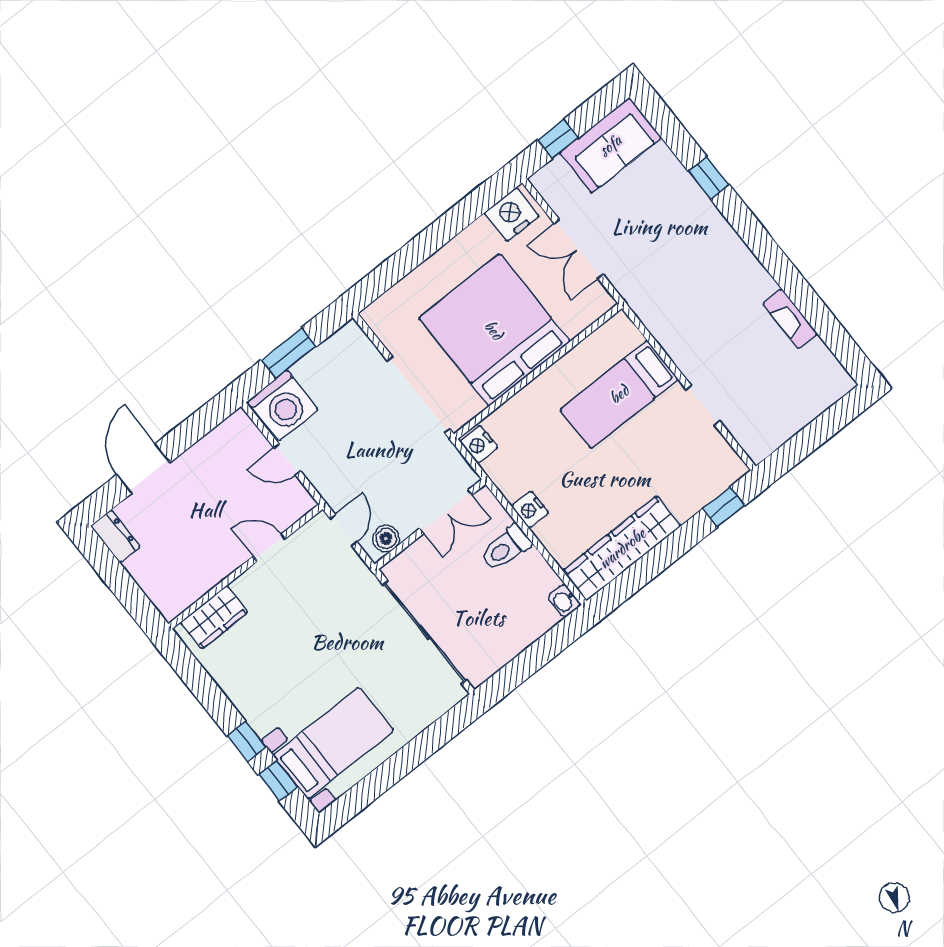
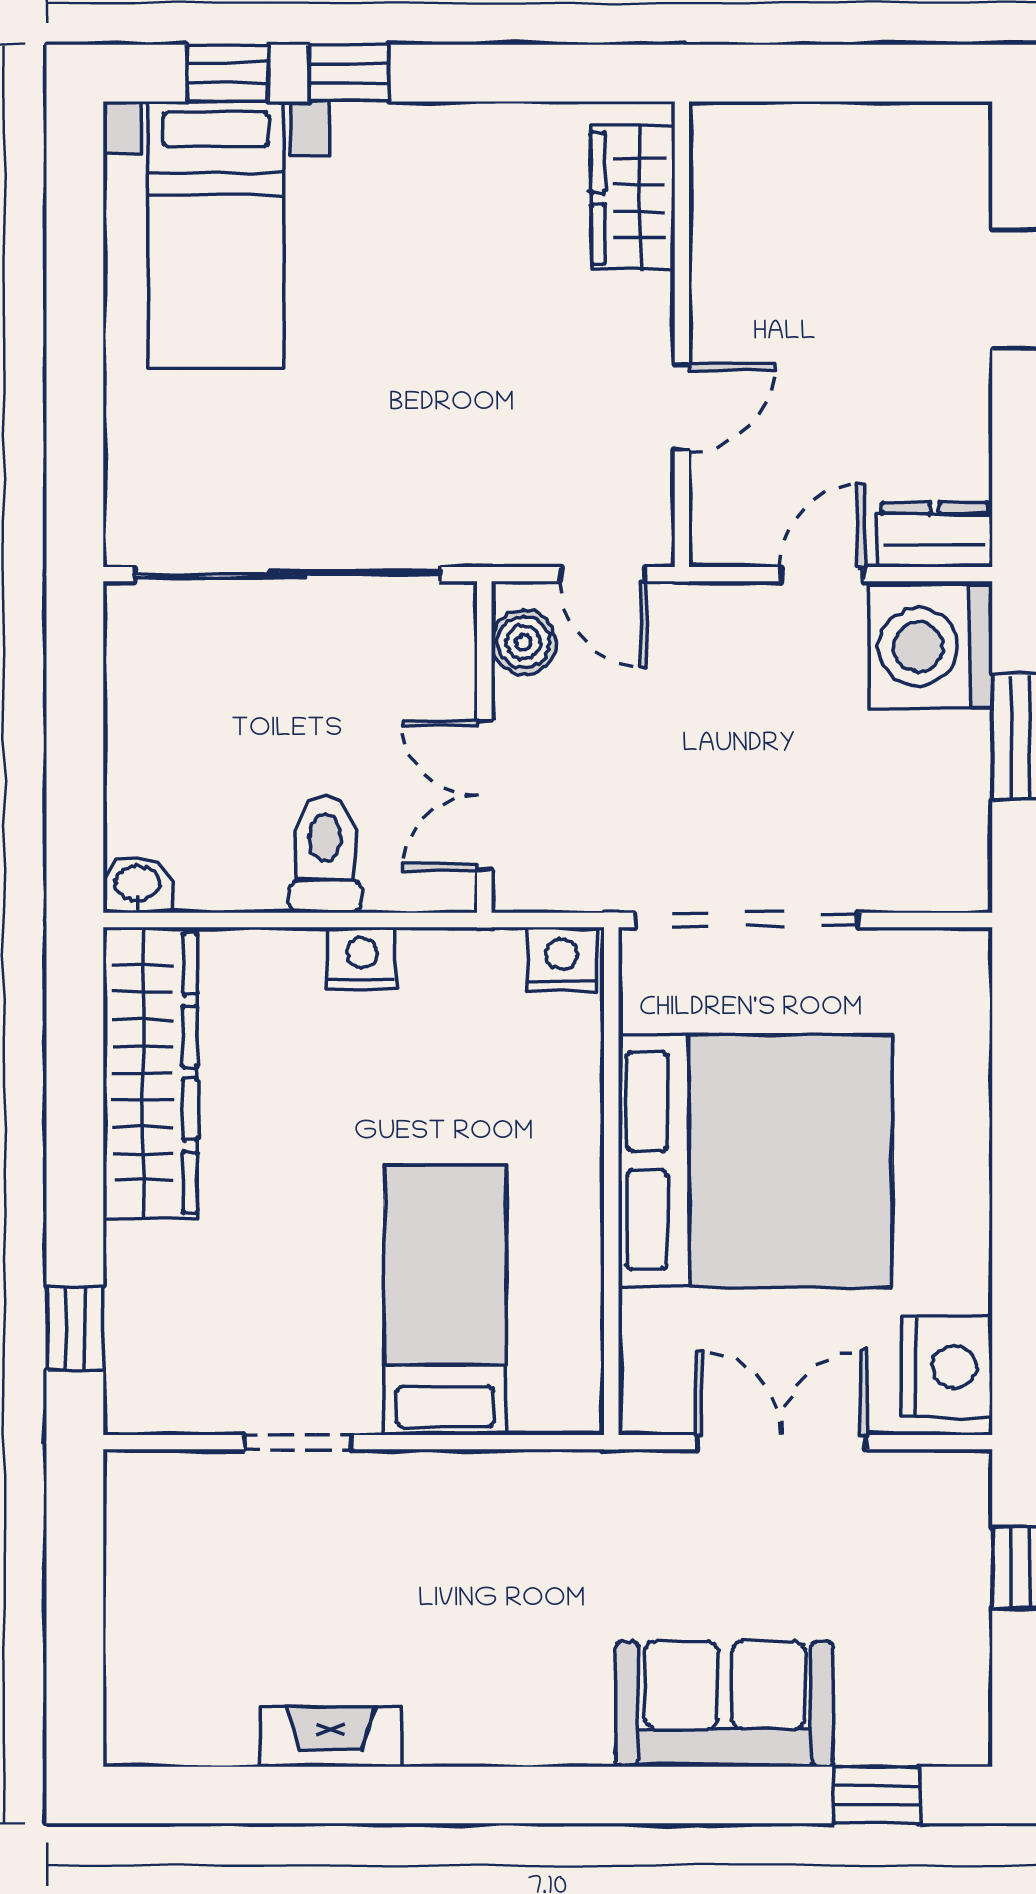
sofa: (610, 145) -> (725, 1704), moved, turned 90
window: (709, 178) -> (877, 1795), moved
dresser: (115, 536) -> (935, 535), moved, turned 180

